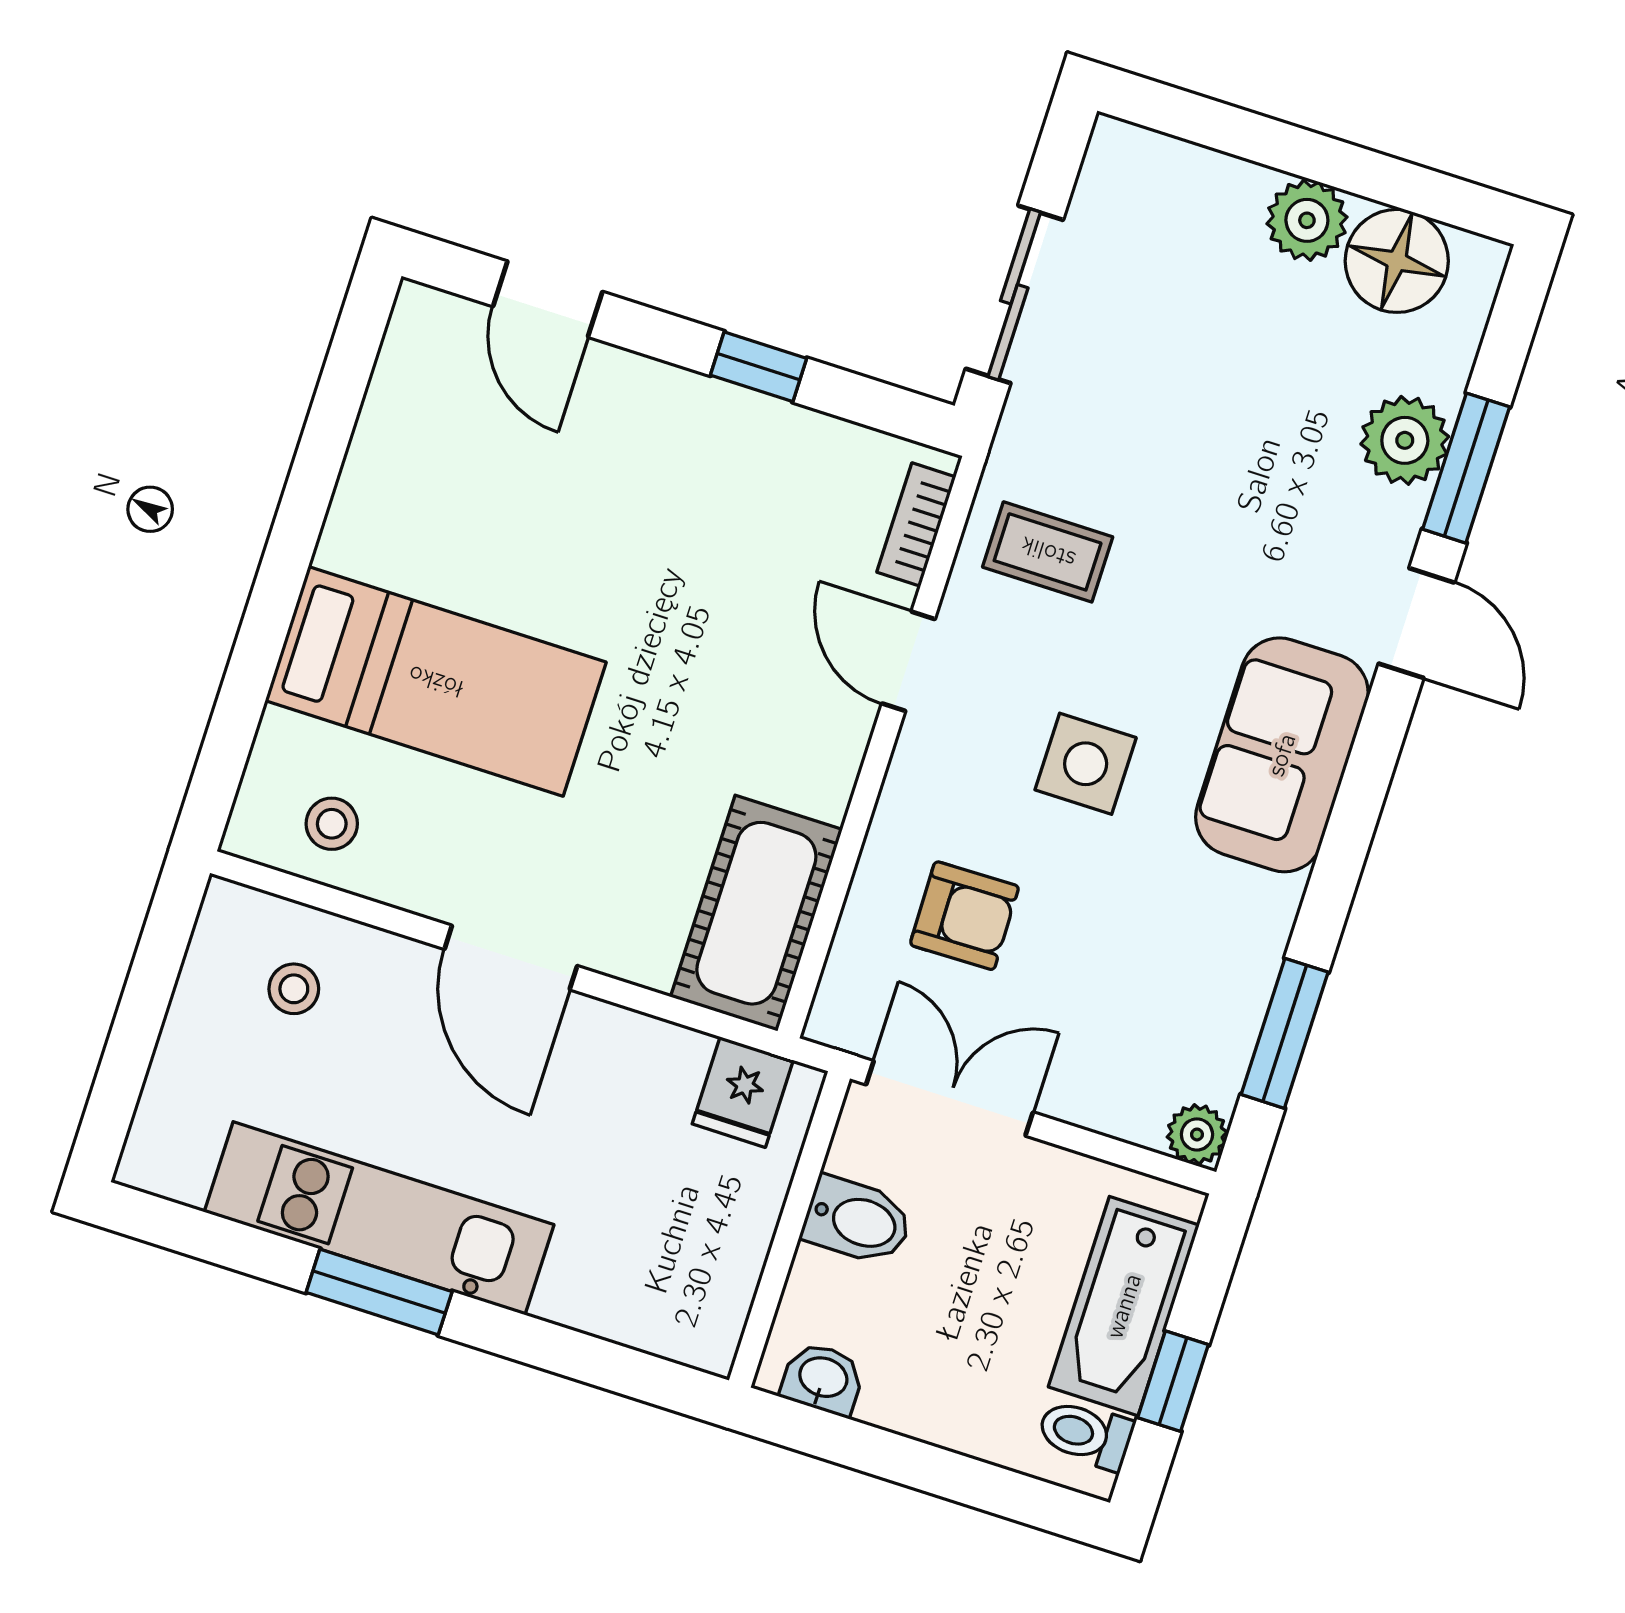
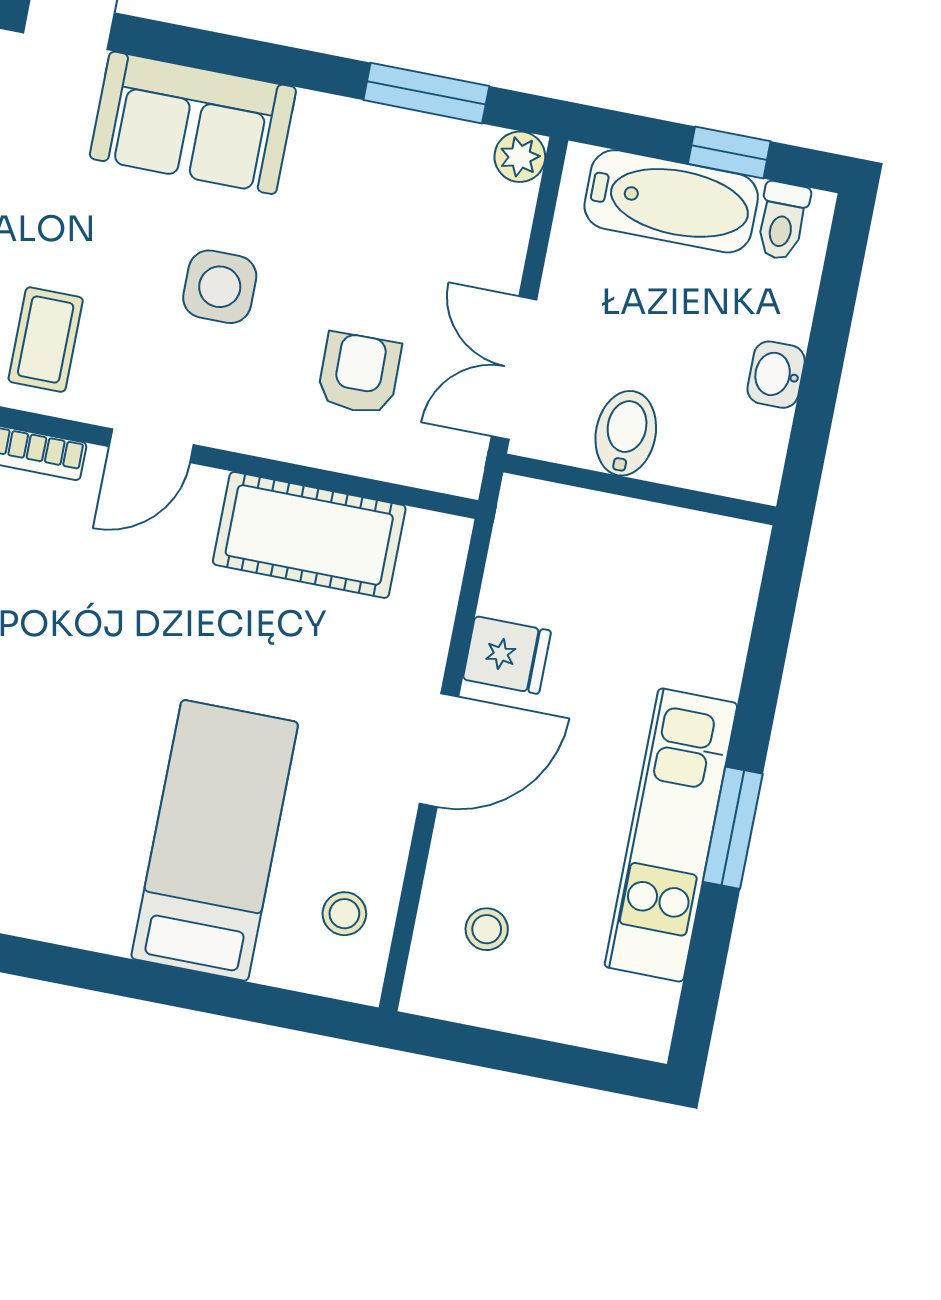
cot: (756, 913) -> (309, 535), moved
fridge: (743, 1092) -> (507, 655), moved
washbasin: (823, 1379) -> (776, 375), moved

